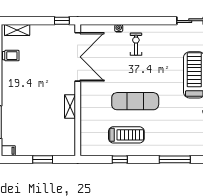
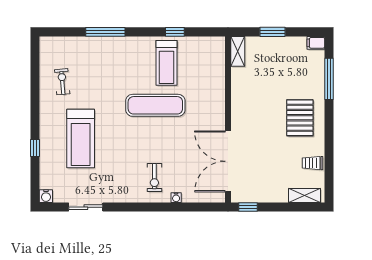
pallet: (21, 91) -> (300, 118), added
shelving: (70, 106) -> (238, 51), moved
treadmill: (126, 135) -> (166, 63), turned -90

